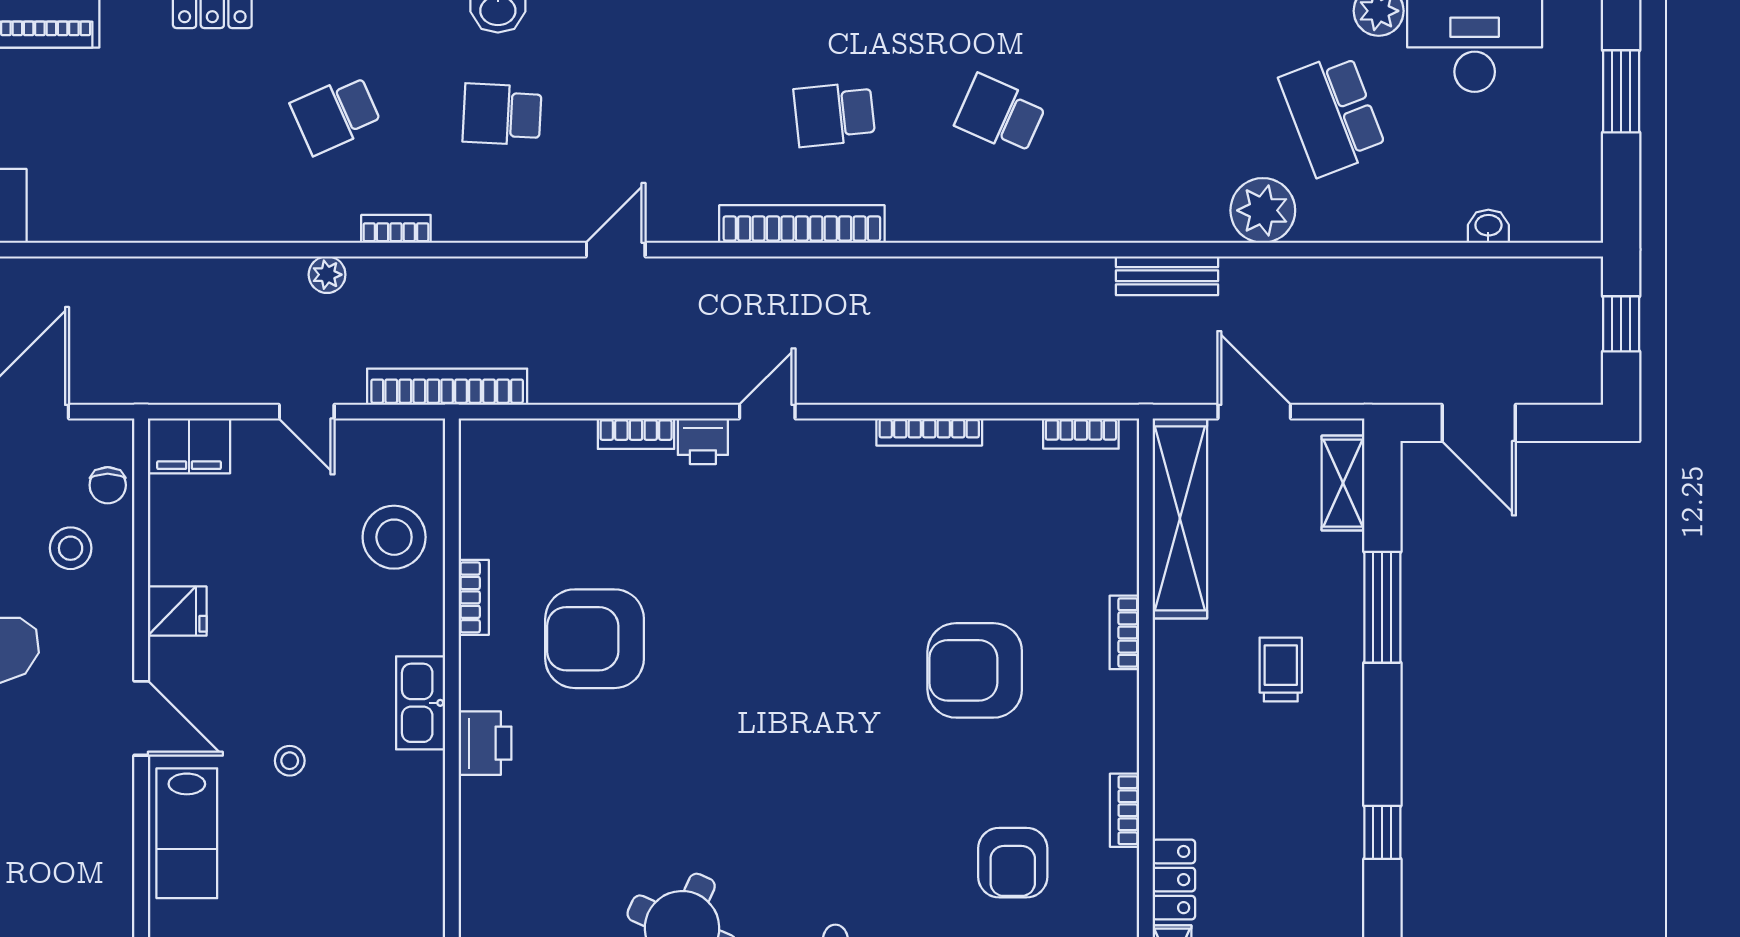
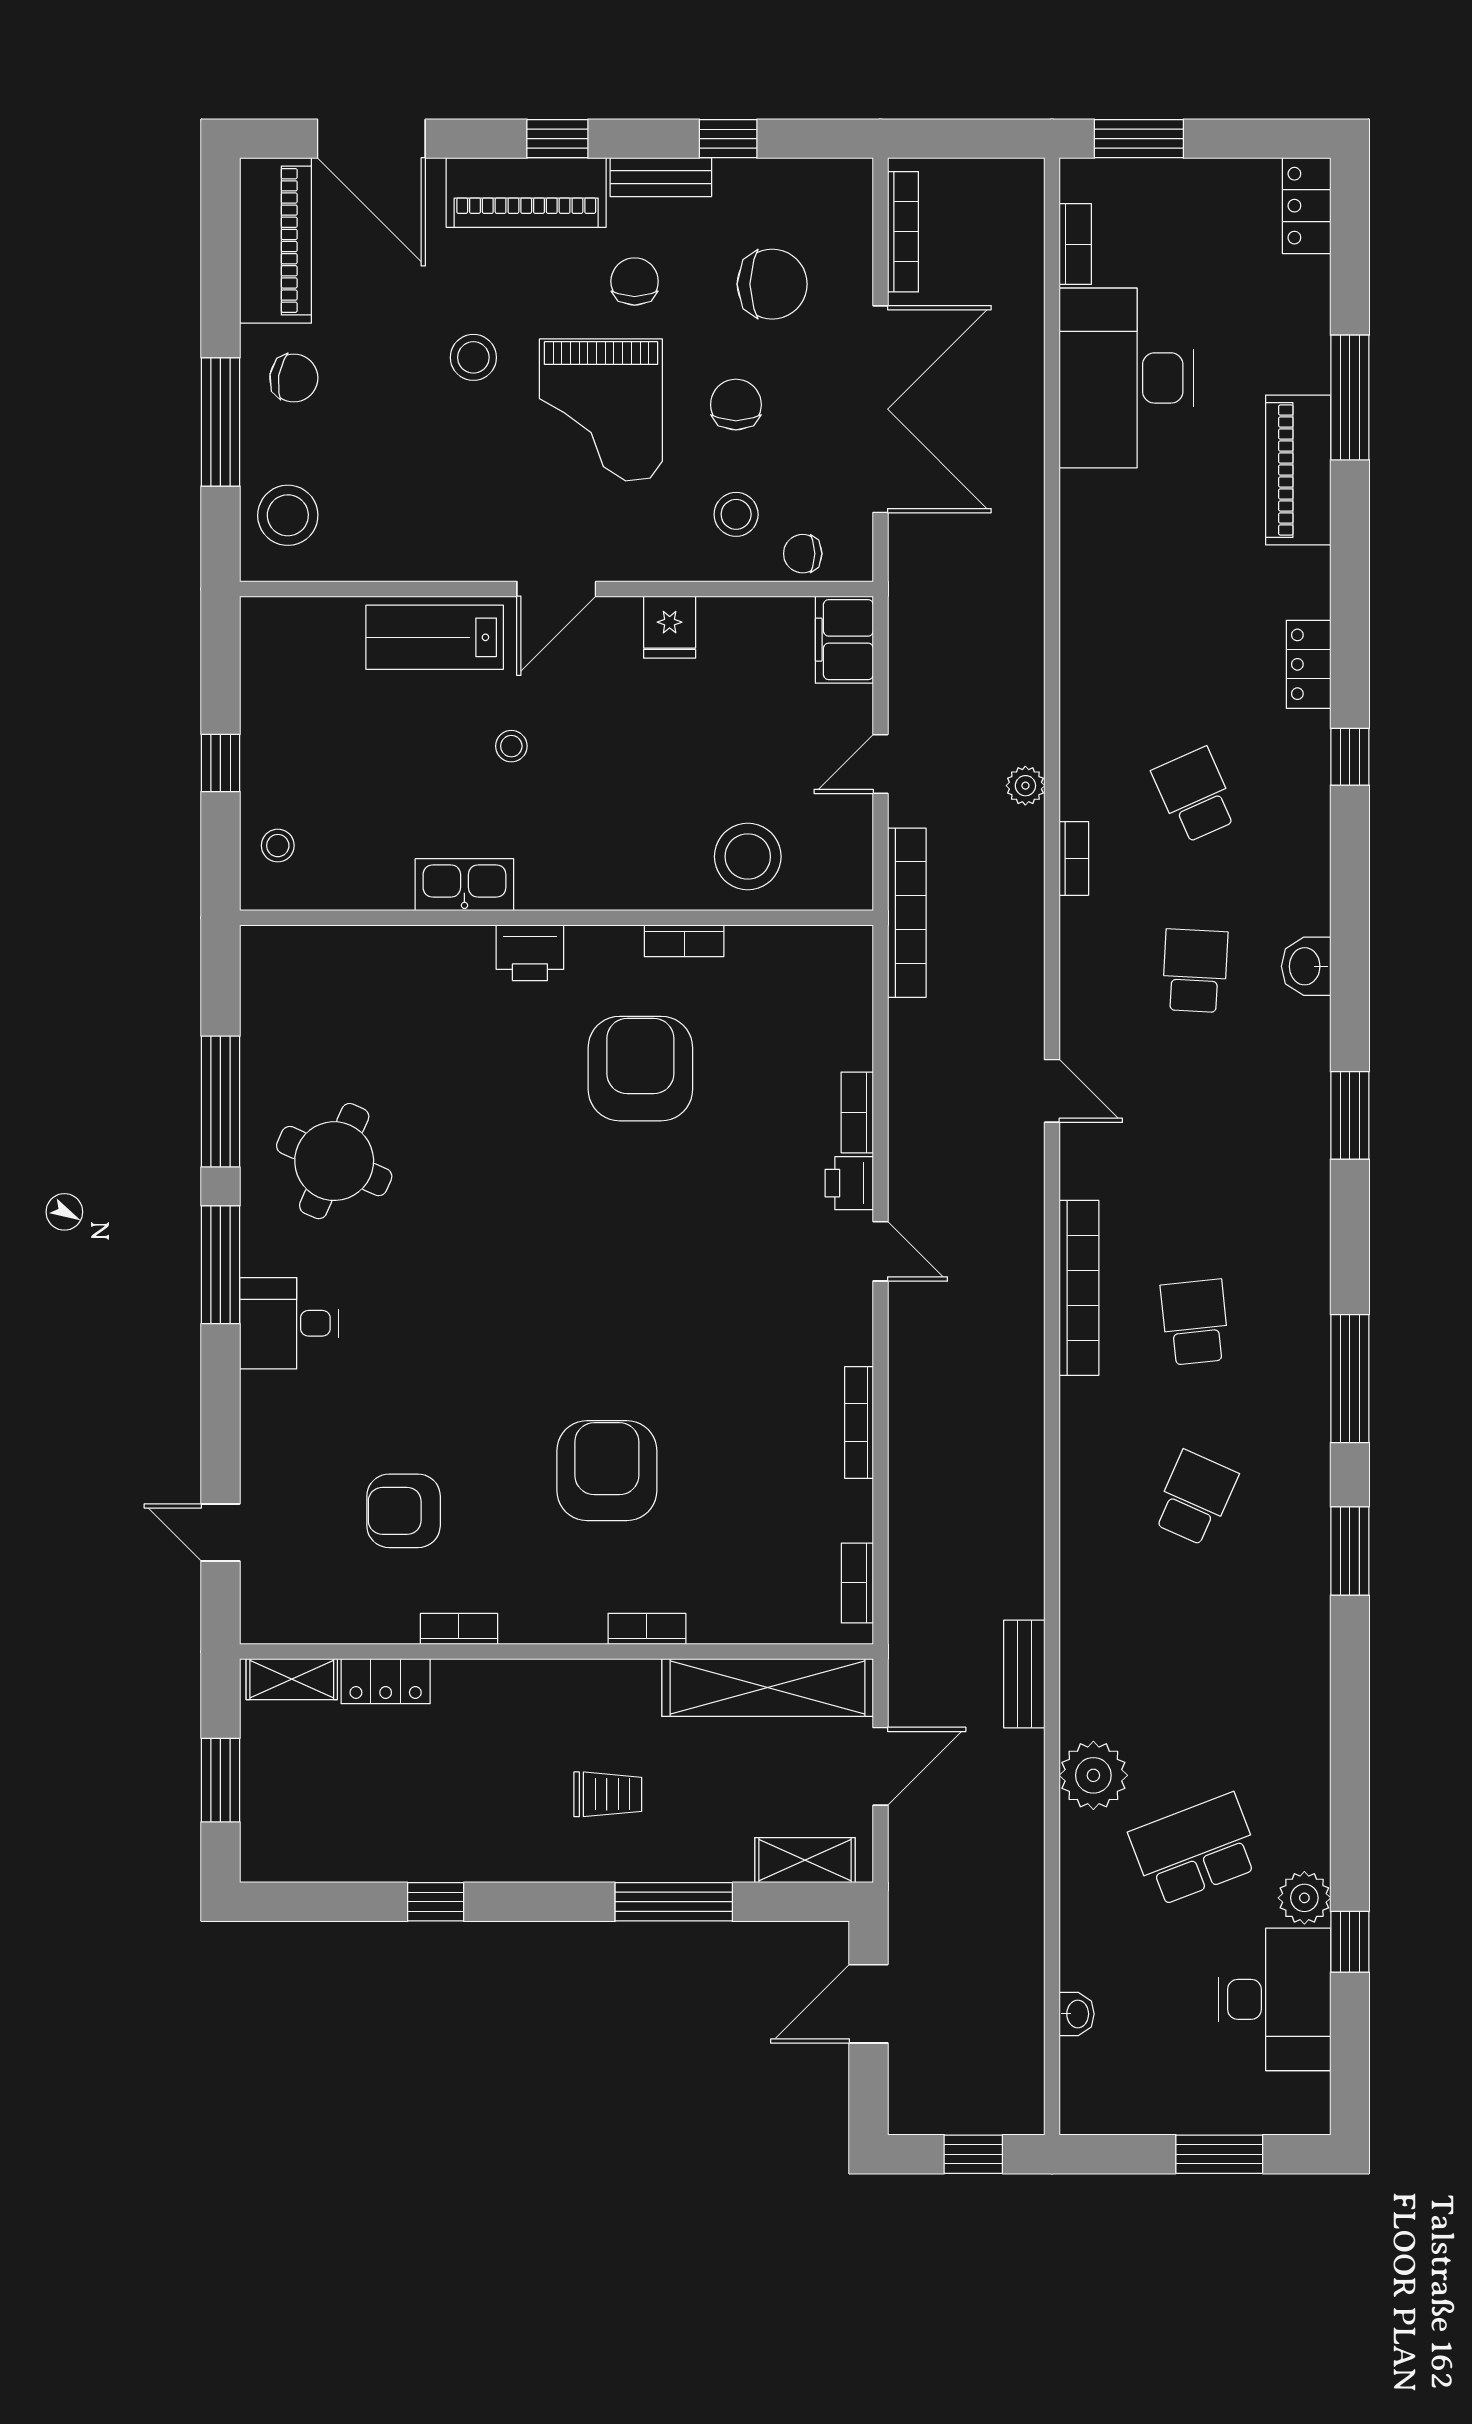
kitchen sink: (421, 703) -> (464, 885), moved

